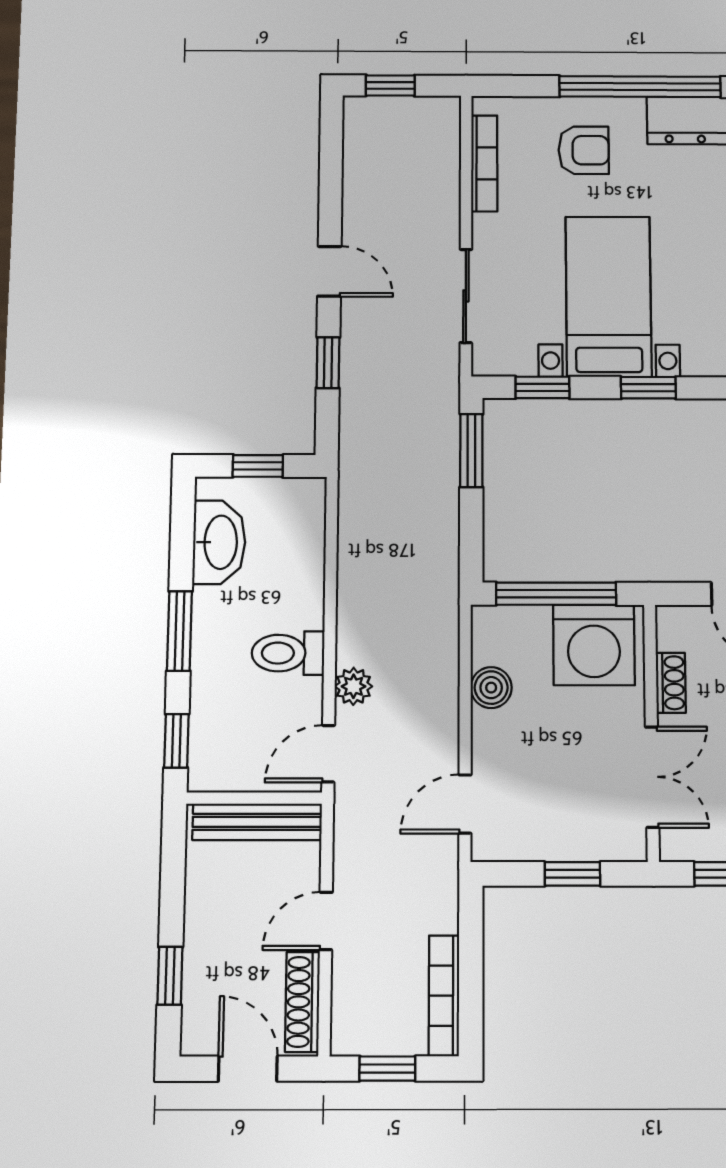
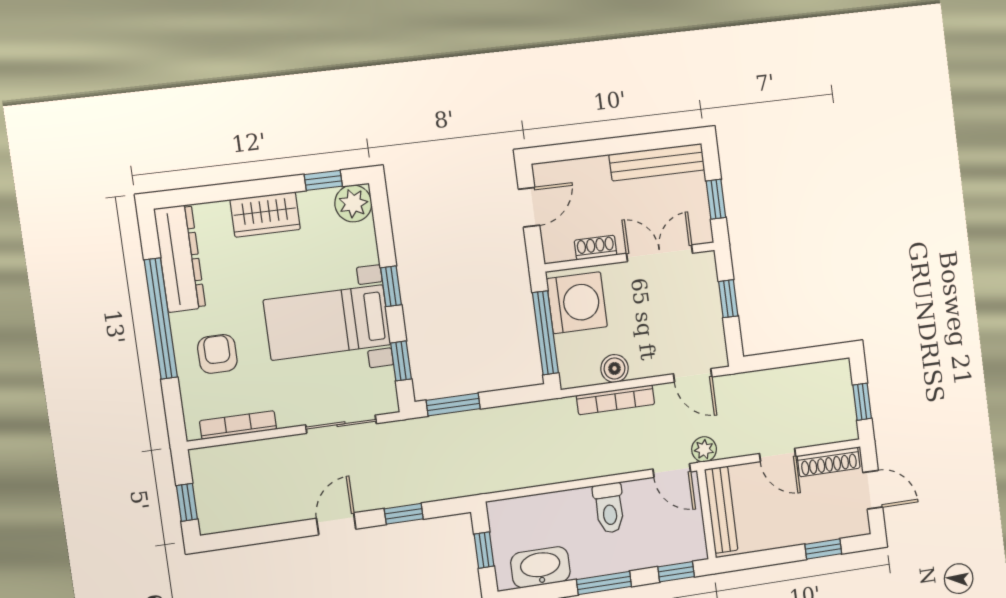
plant: (353, 686) -> (704, 449), moved
bookcase: (444, 996) -> (616, 400), moved
door: (248, 1069) -> (873, 490), swing flipped

